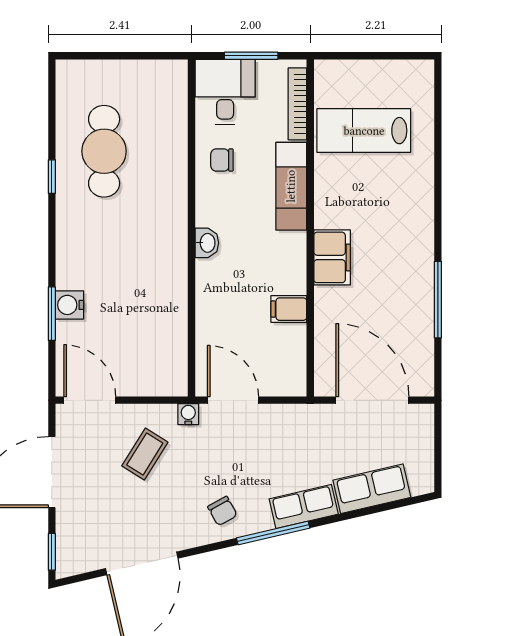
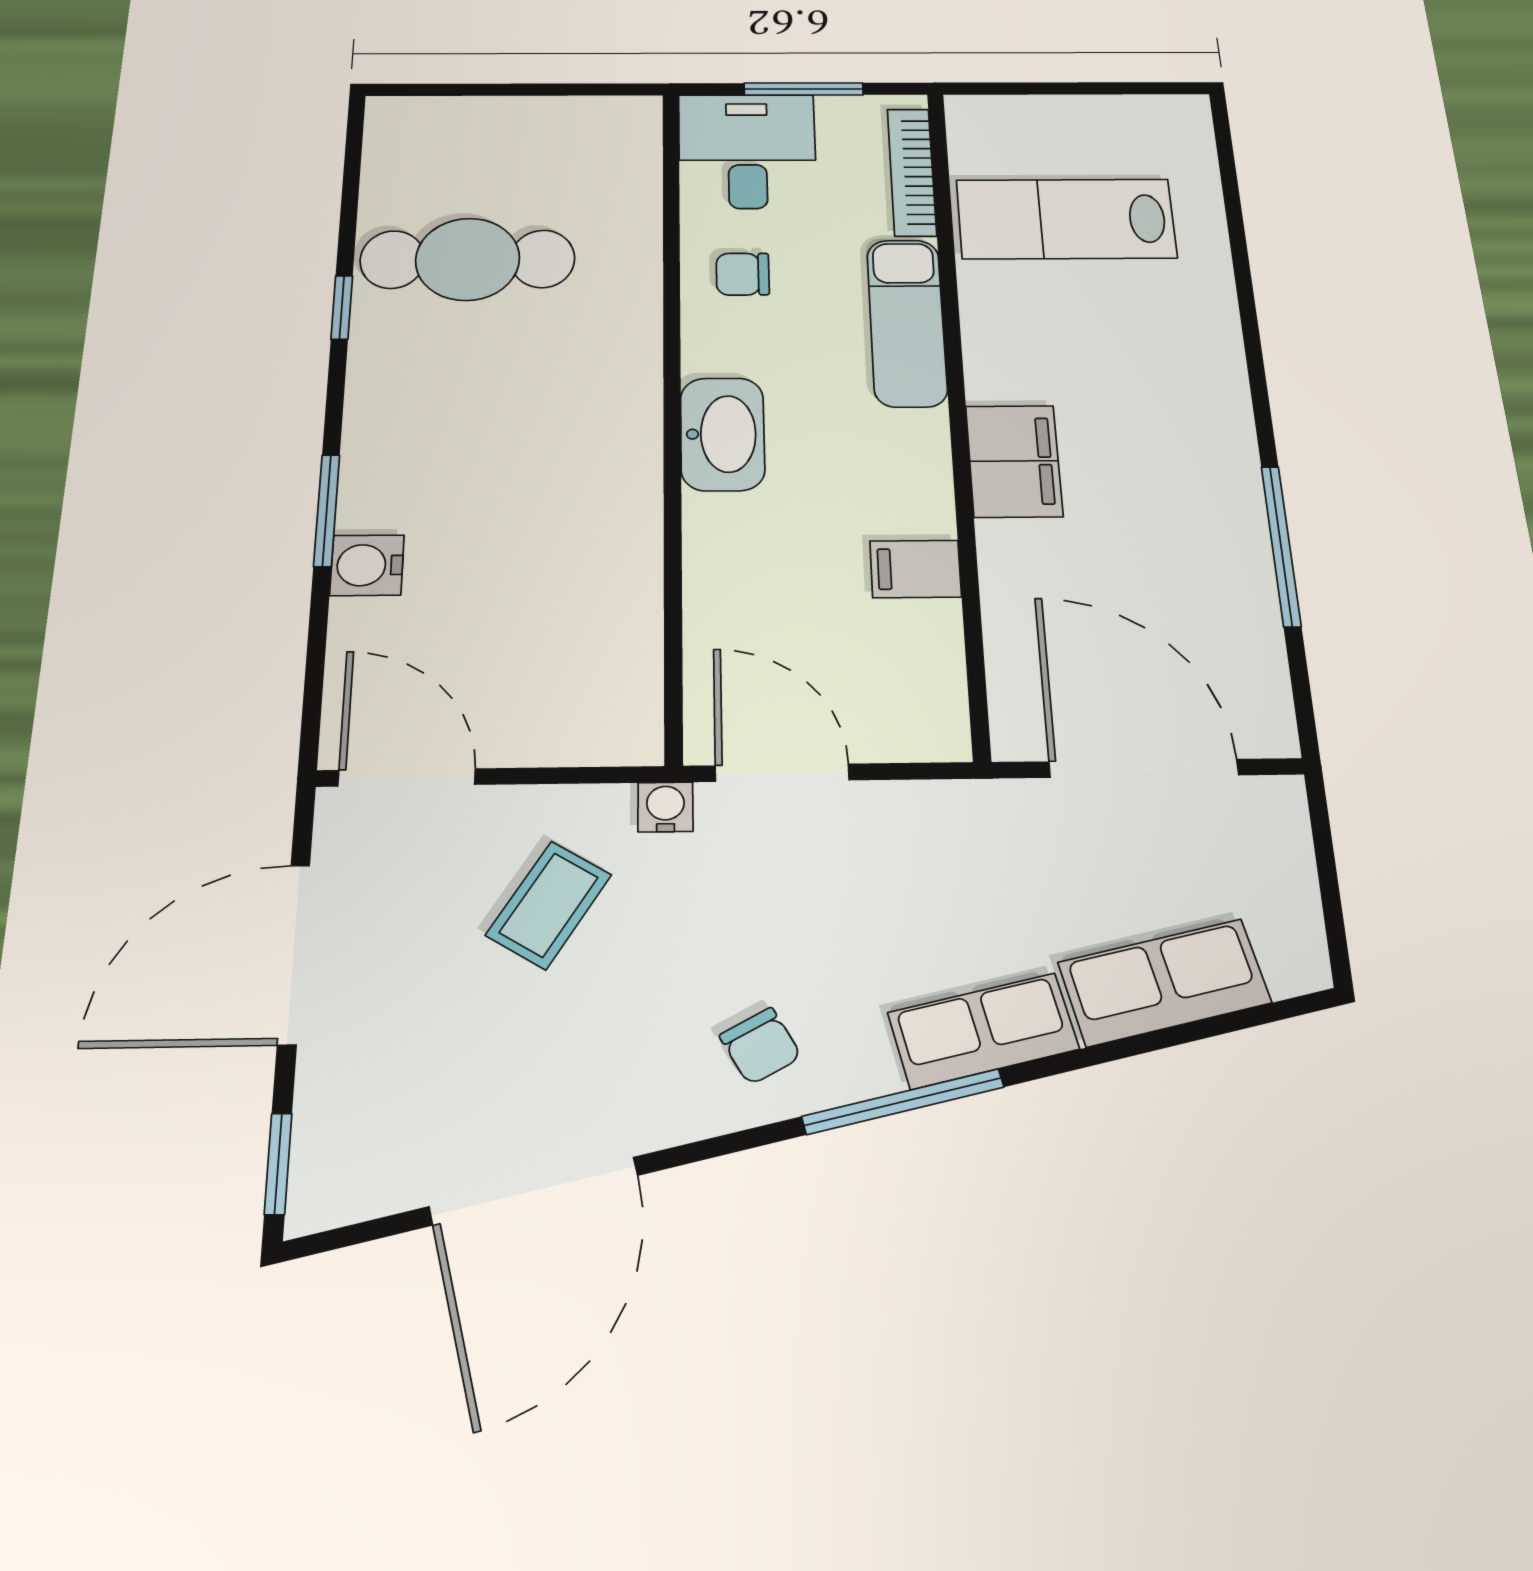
cafe table: (104, 151) -> (468, 259), turned 90
washbasin: (207, 243) -> (722, 434), width x1.91, depth x1.45
window: (52, 314) -> (327, 510), moved

